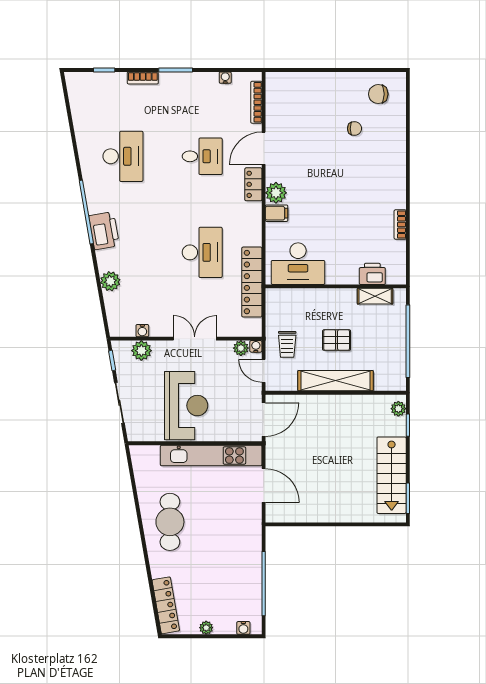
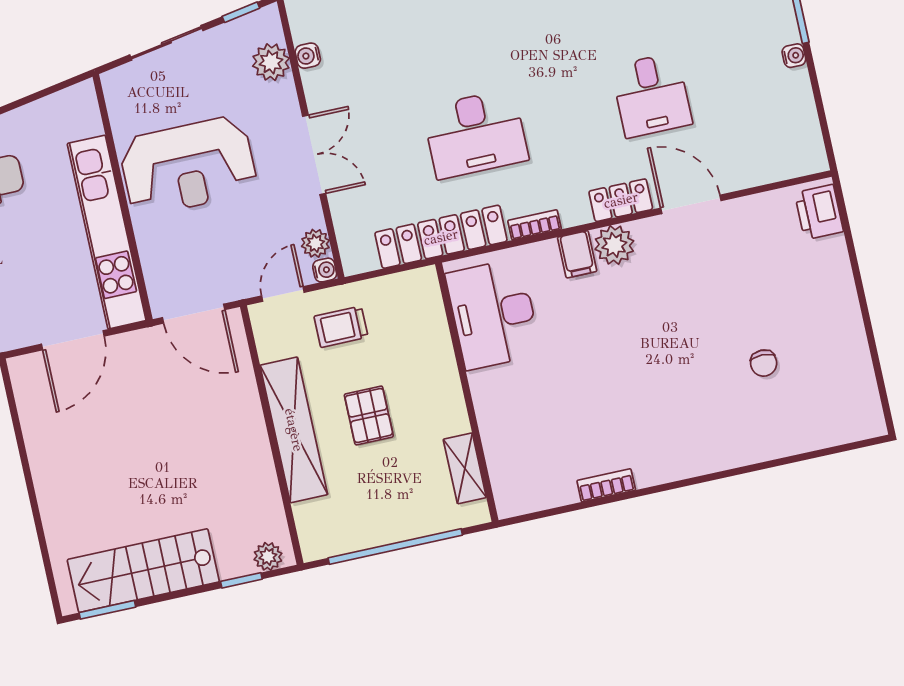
water cooler: (225, 78) -> (794, 56), moved
chair: (378, 94) -> (836, 393), removed
bookcase: (256, 102) -> (535, 225), moved, width x0.64
printer: (372, 274) -> (819, 212), moved, turned 180

